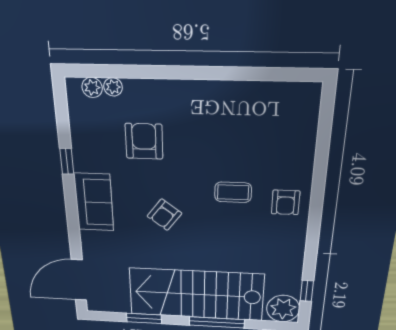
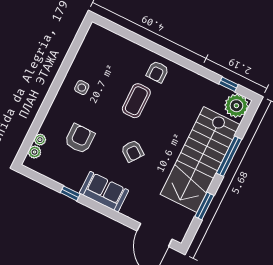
side table: (216, 112) -> (82, 88), added
armchair: (144, 141) -> (80, 139), turned 90
coffee table: (233, 192) -> (136, 101), width x1.36, depth x1.30
armchair: (286, 202) -> (157, 72), turned 90

